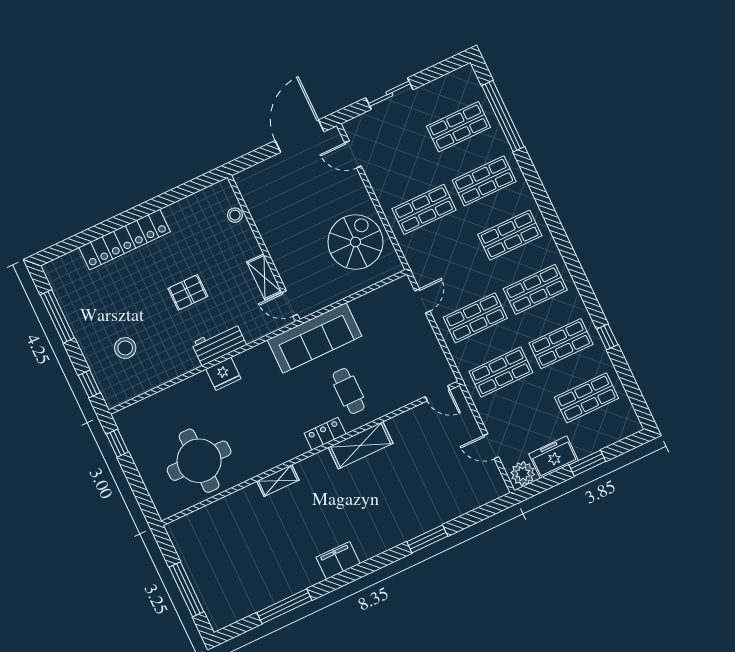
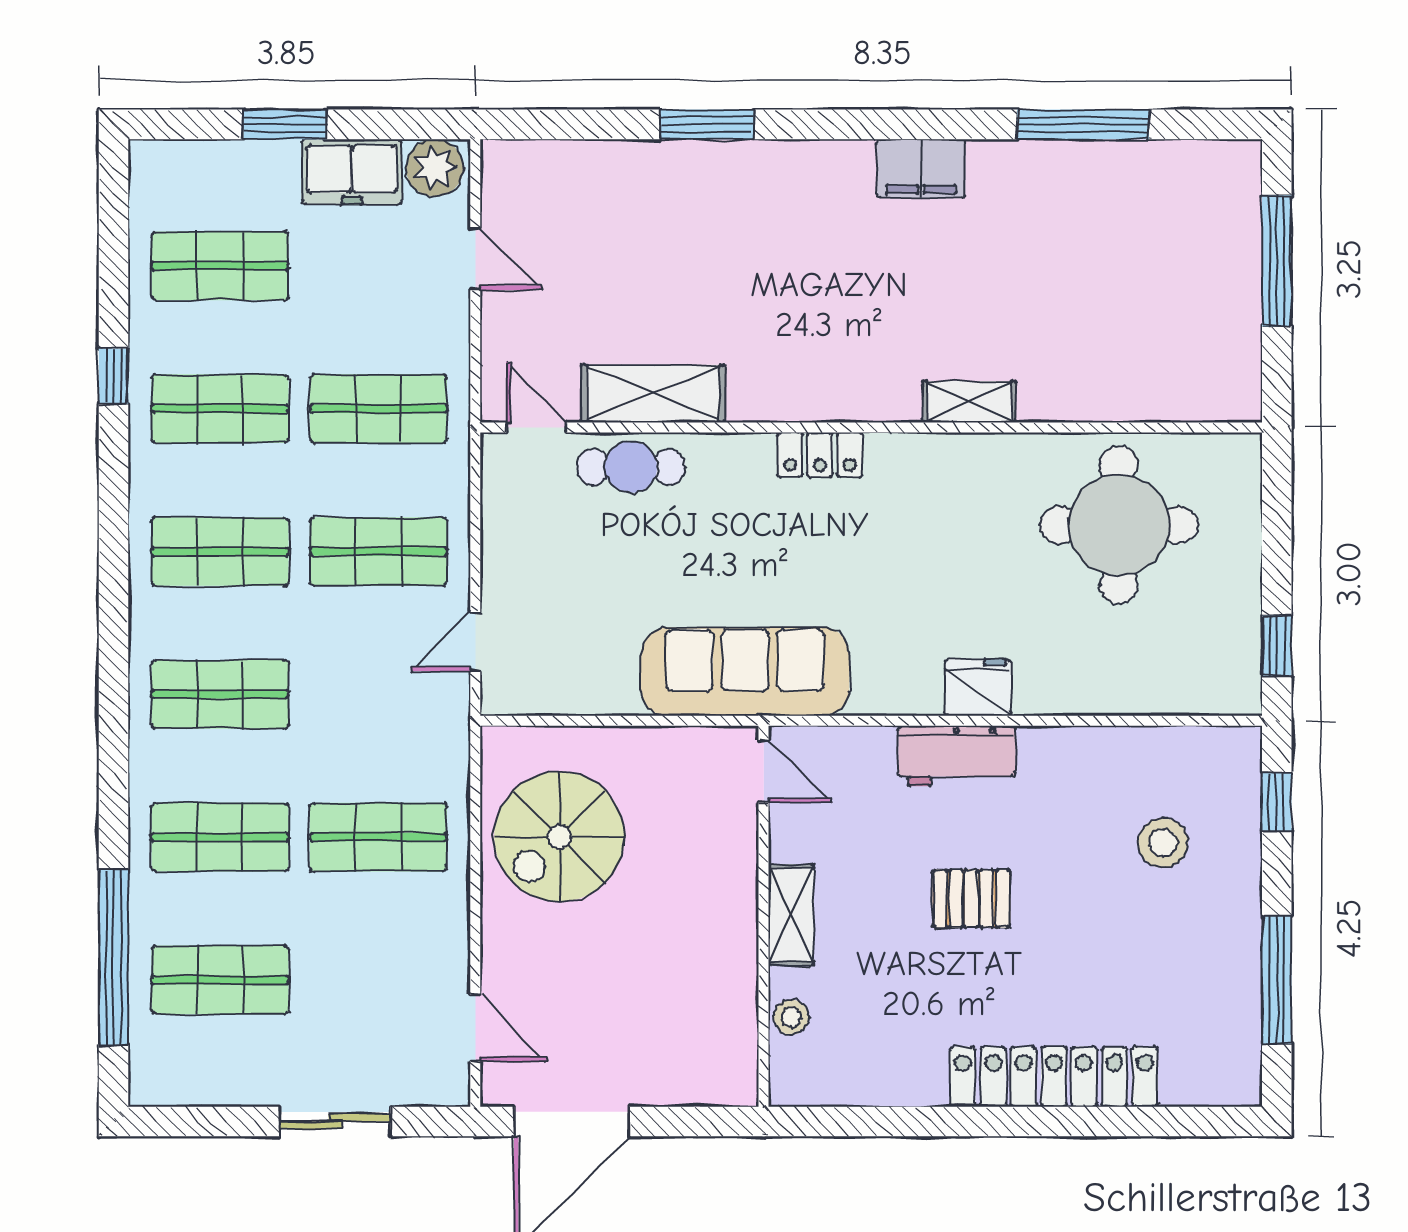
shelving: (264, 277) -> (791, 915), moved
cafe table: (349, 391) -> (631, 467), moved, turned 90
shelving: (361, 445) -> (653, 394), moved

